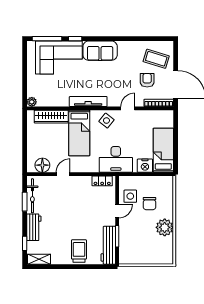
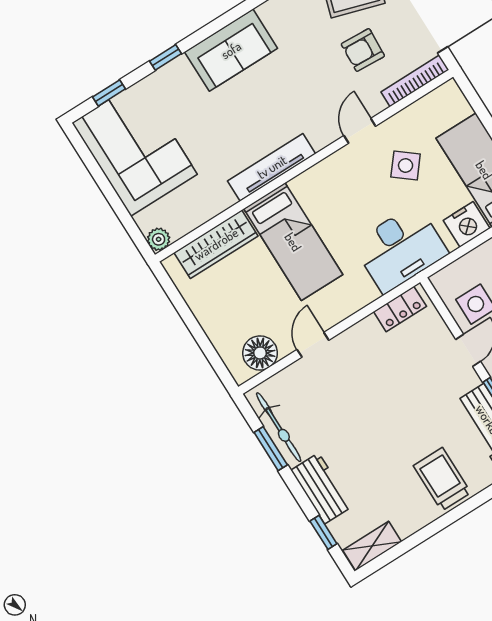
window: (47, 39) -> (109, 93), width x0.46
corner sofa: (59, 57) -> (135, 149), moved, turned -90
armchair: (147, 80) -> (363, 50), turned -87
side table: (106, 121) -> (406, 166), moved

